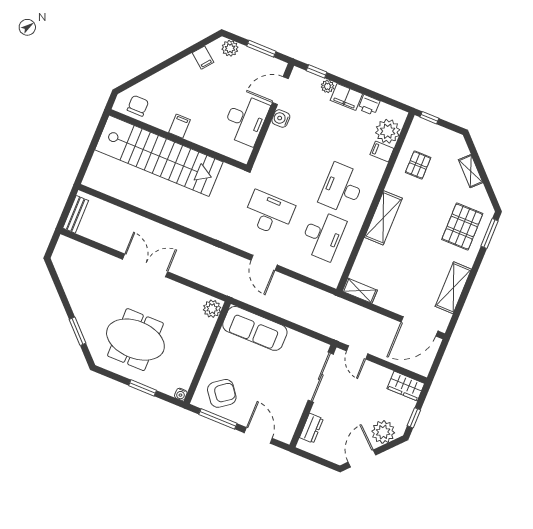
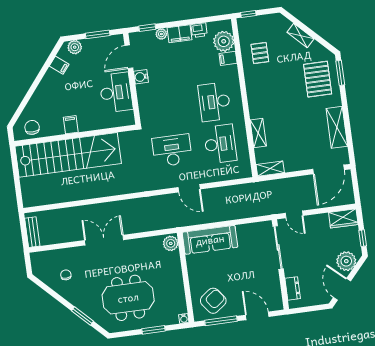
shelving: (383, 218) -> (258, 133), moved, width x0.67, depth x0.75
chair: (85, 279) -> (66, 275), added

